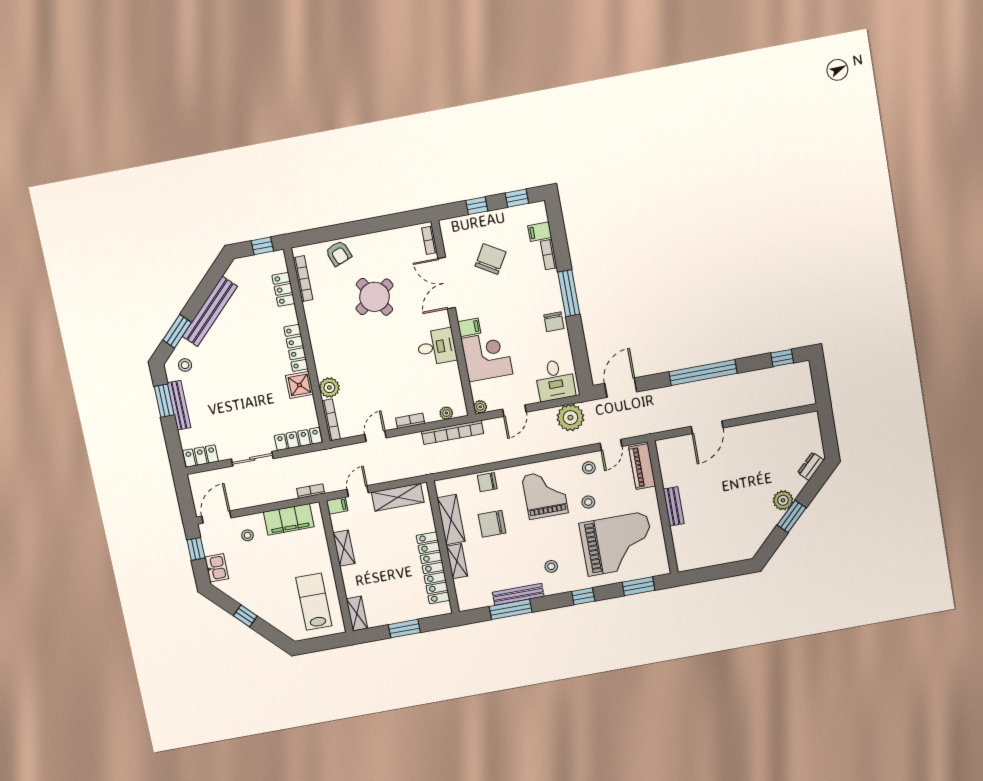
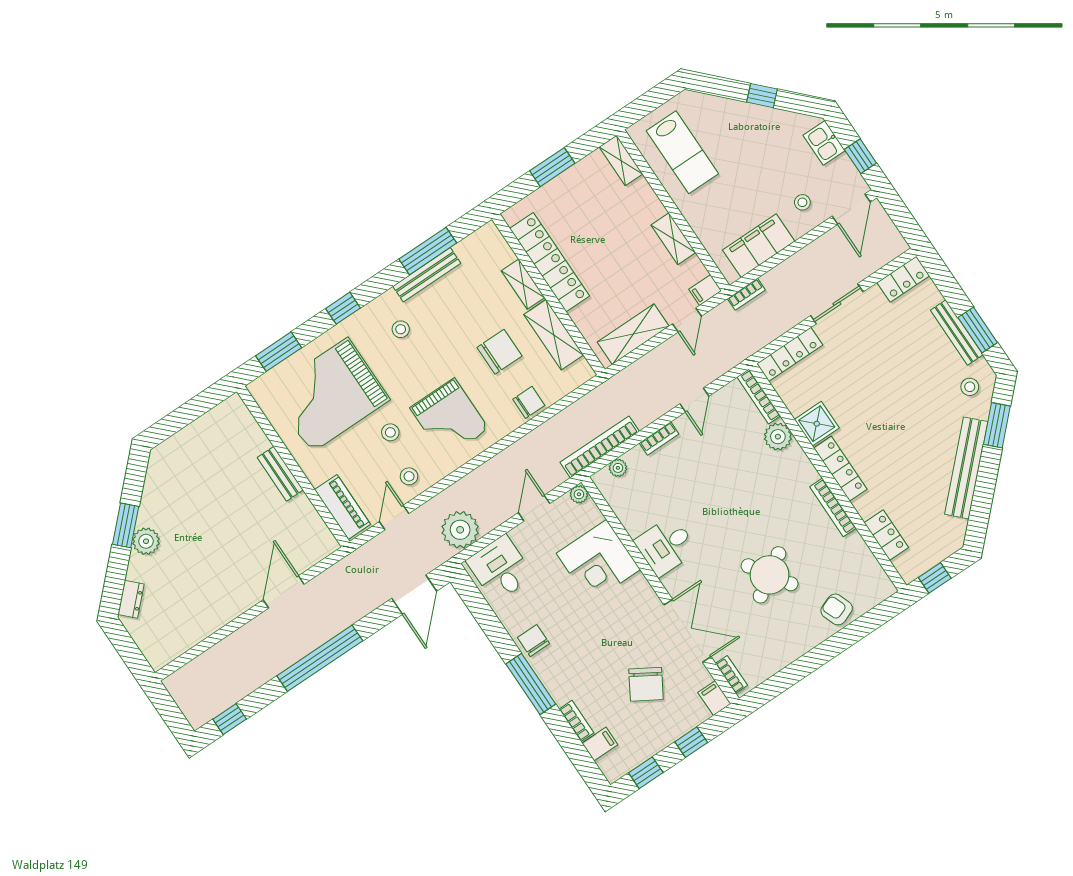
bookcase: (303, 279) -> (833, 507), moved
filing cabinet: (469, 327) -> (714, 698), moved, turned 90

